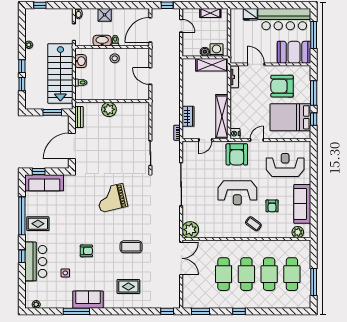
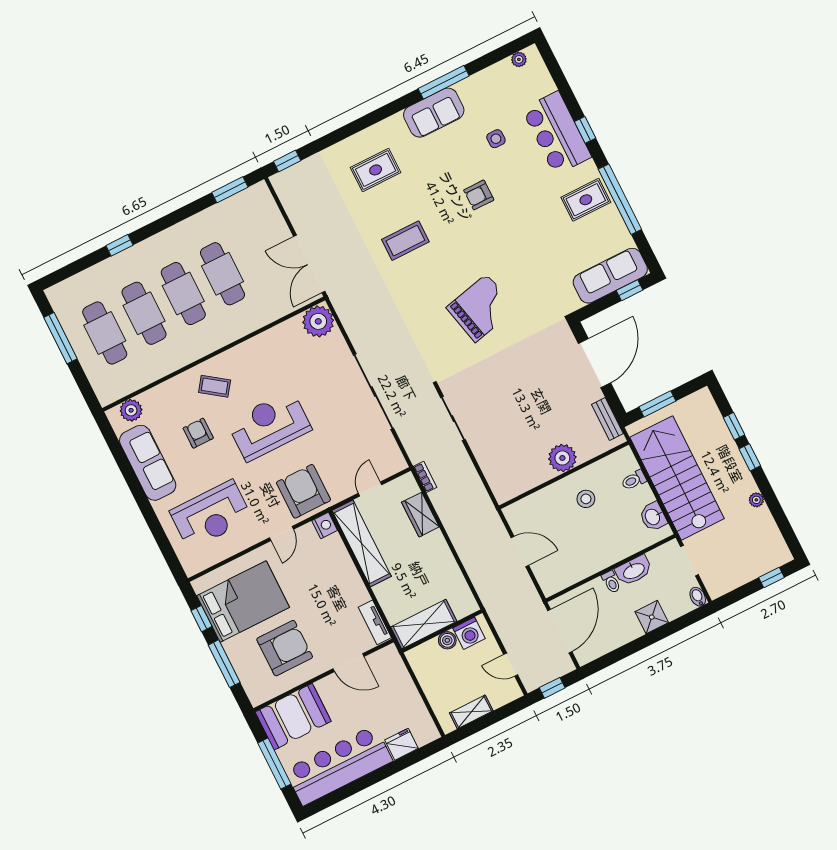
washing machine: (216, 50) -> (469, 633), moved
stool: (115, 58) -> (586, 499), moved
window: (239, 311) -> (119, 245), moved

